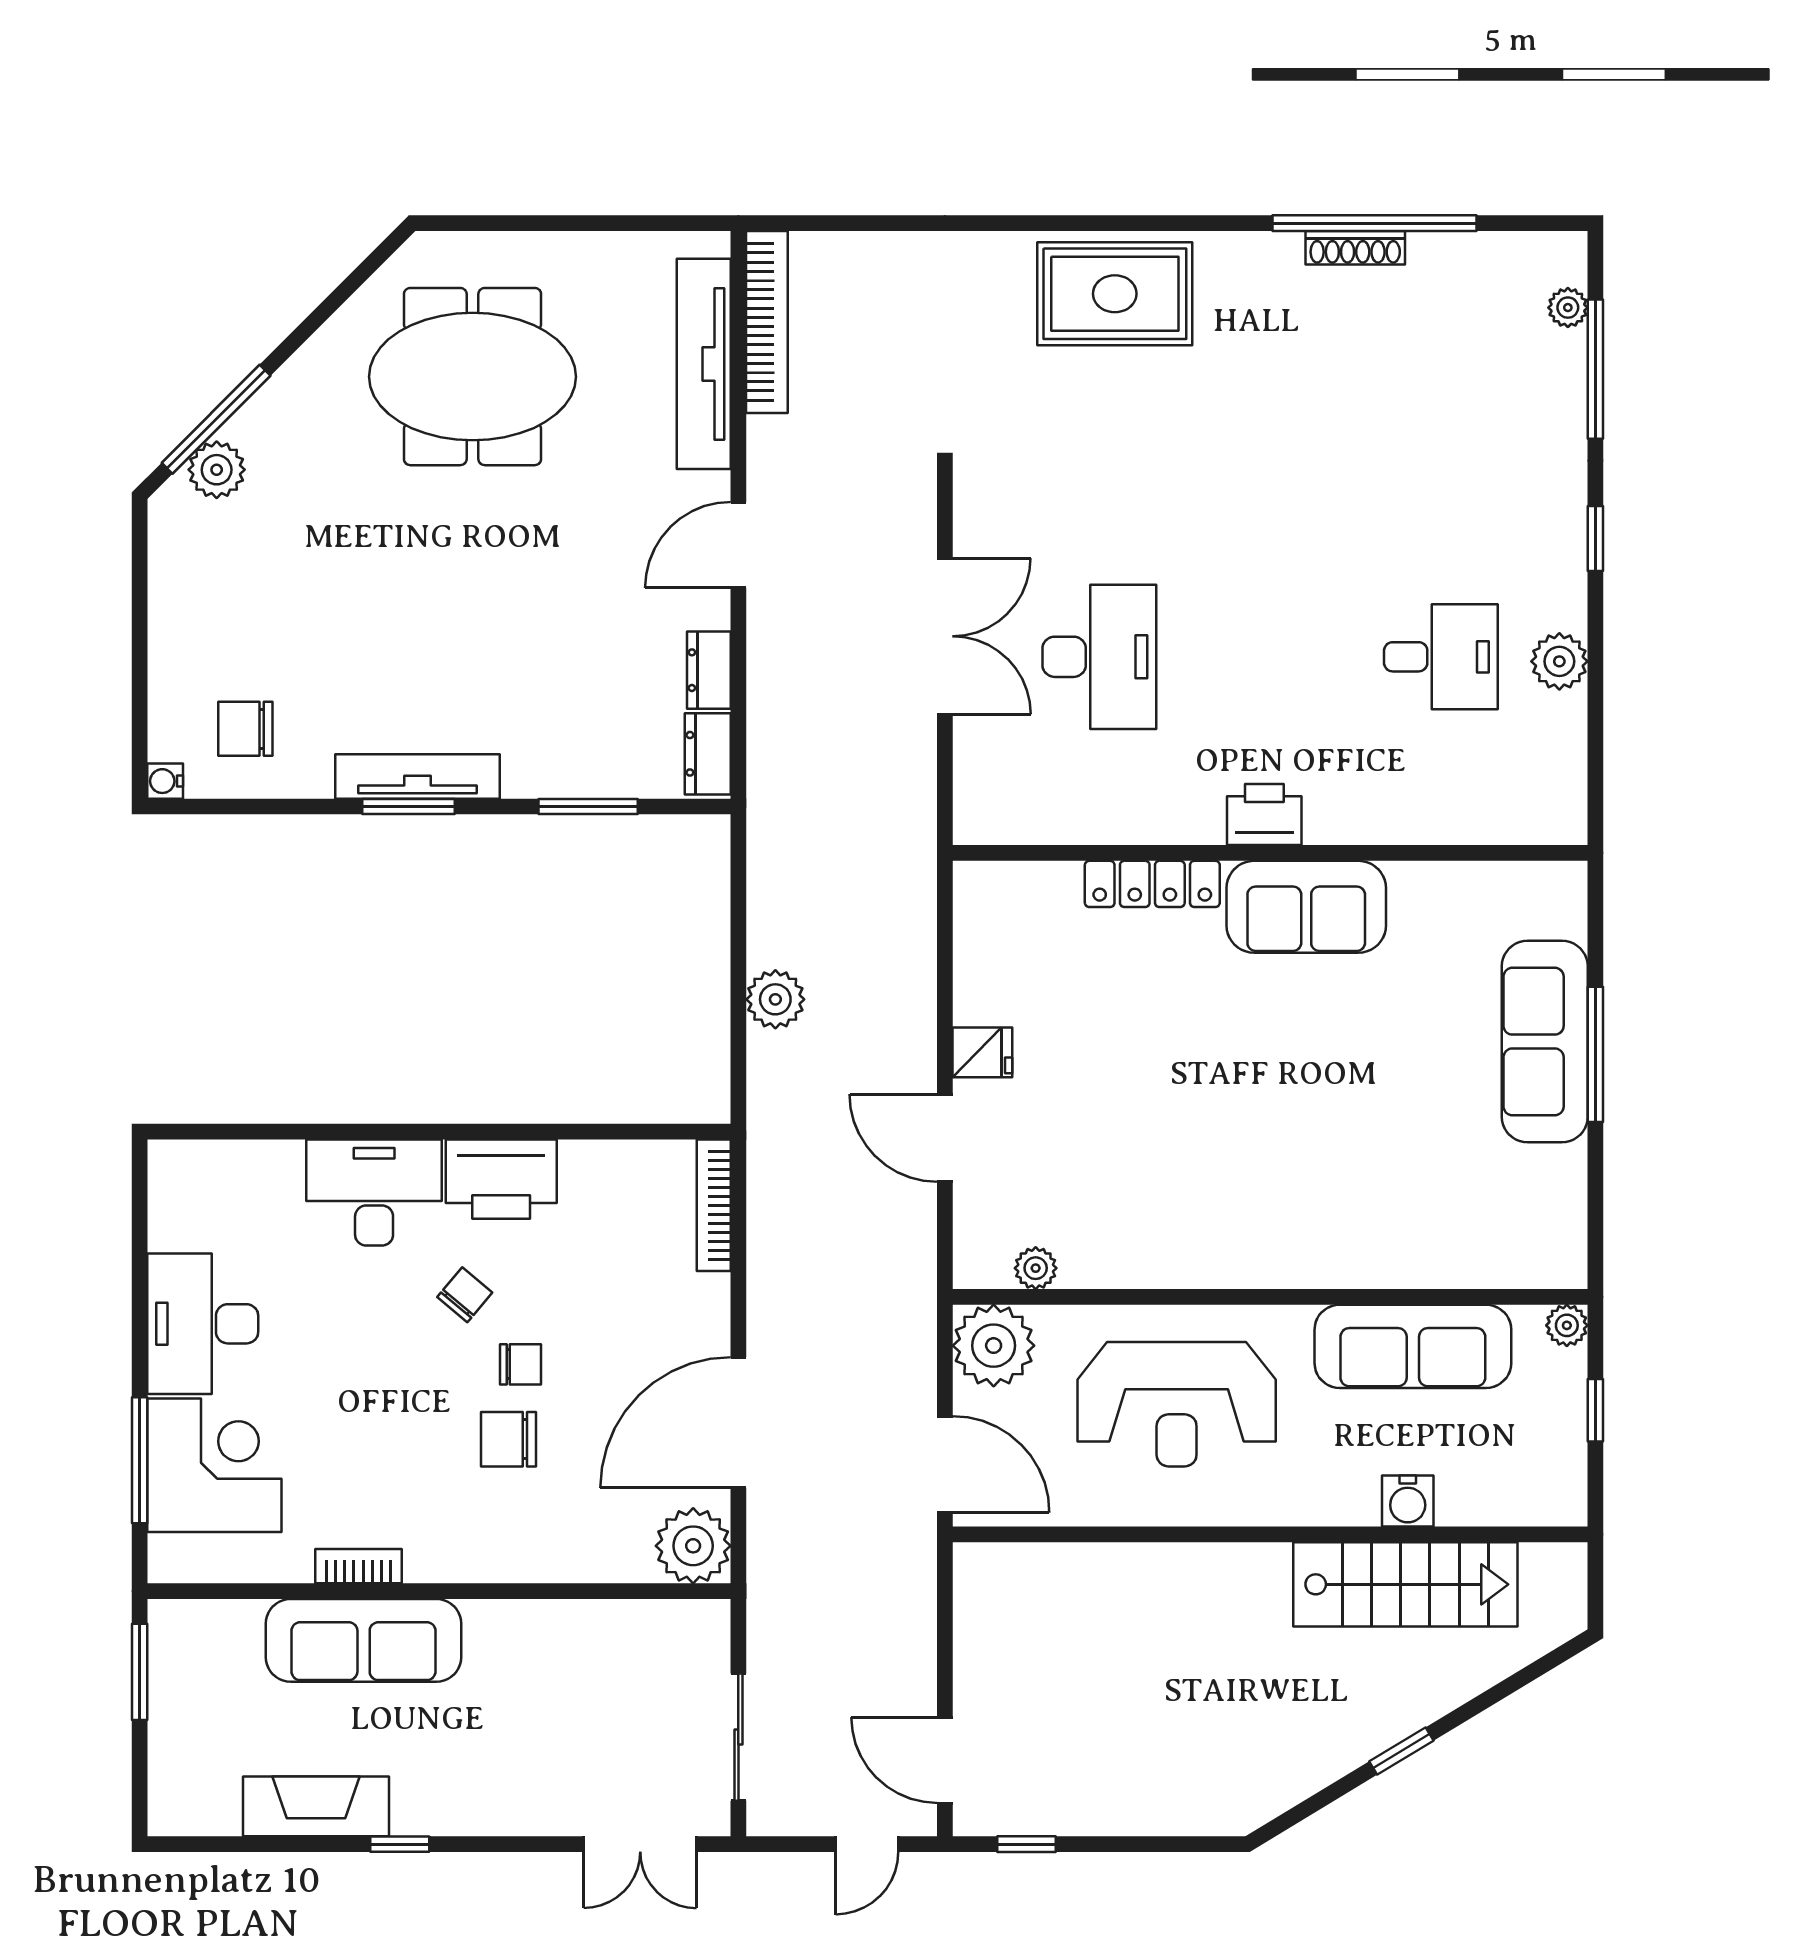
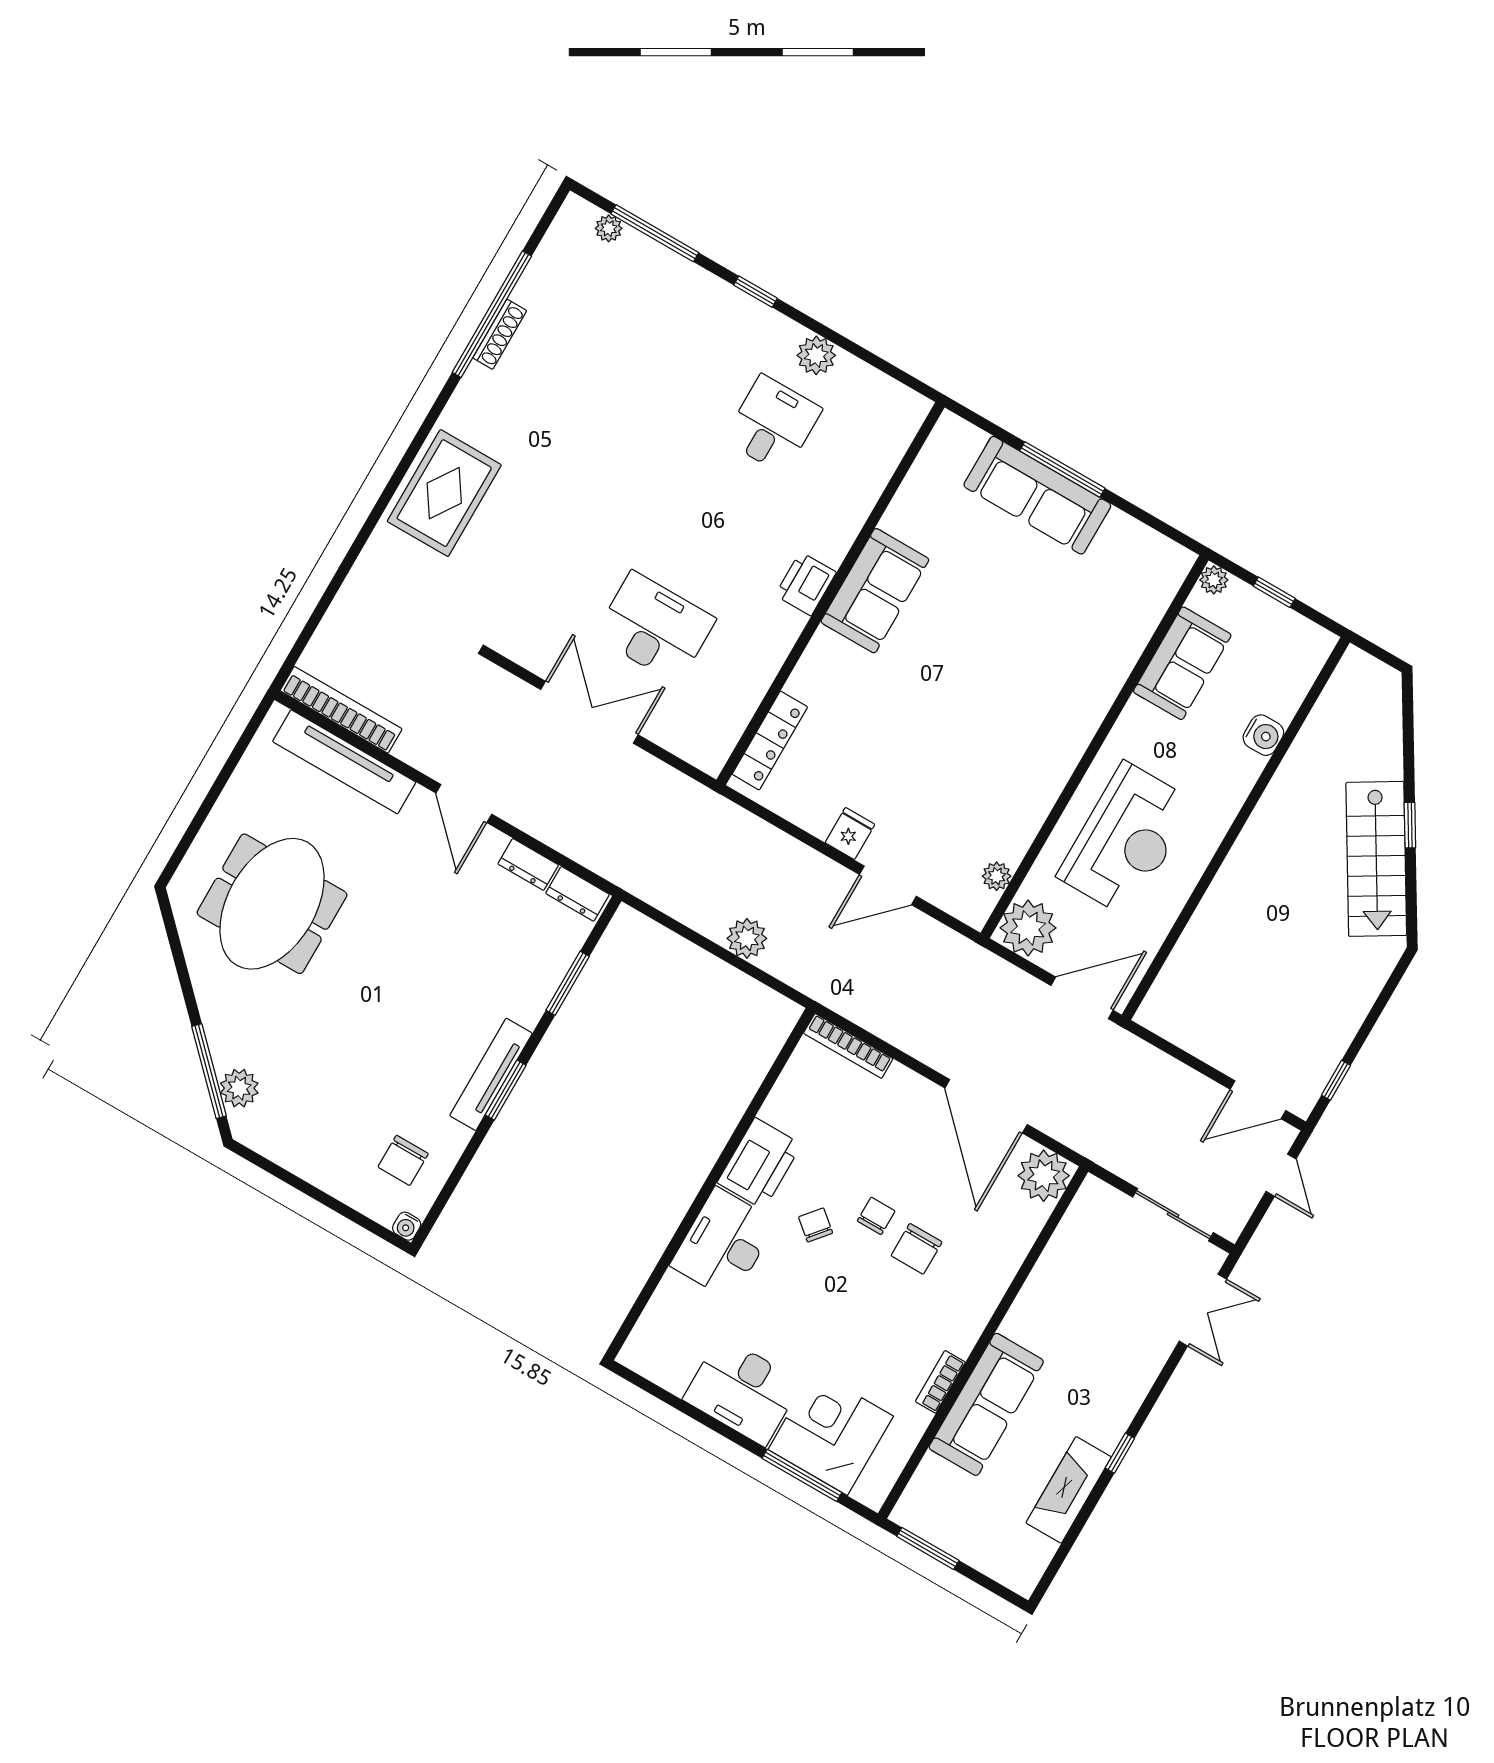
locker: (1152, 884) -> (770, 741), moved
sofa: (1413, 1346) -> (1182, 663), width x0.73
stairs: (1405, 1584) -> (1376, 859), moved, turned 149

